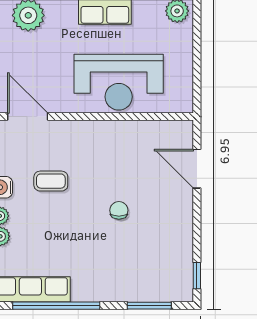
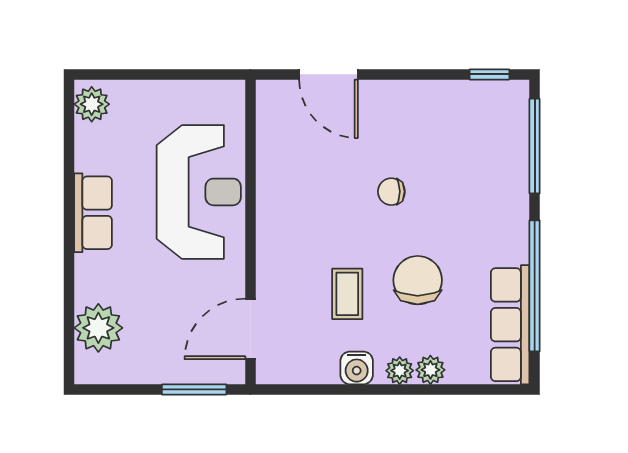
door: (197, 169) -> (329, 74), hinge flipped
chair: (60, 228) -> (418, 280), added
window: (149, 306) -> (535, 146), width x1.44

